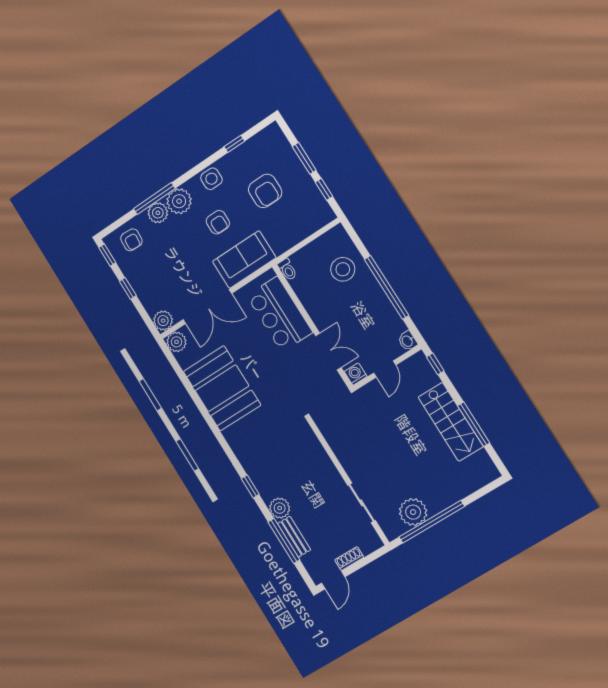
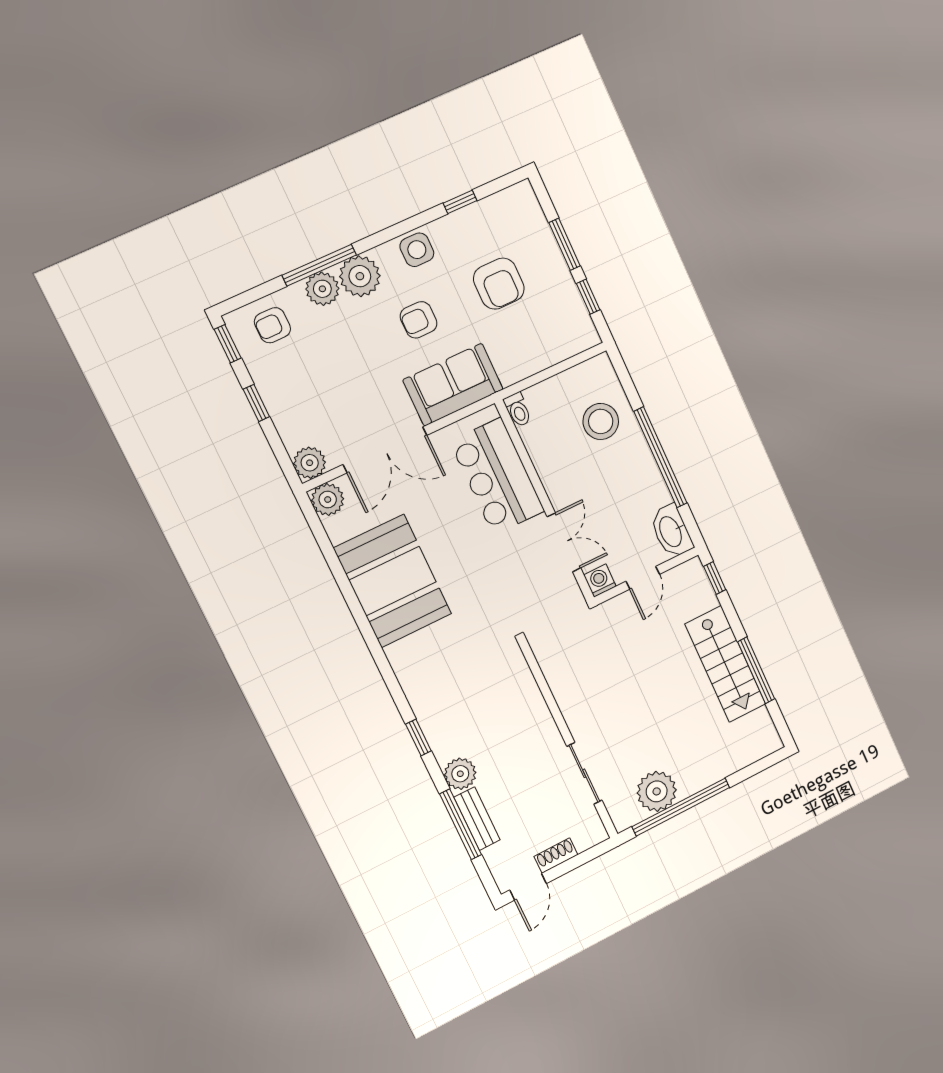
armchair: (218, 222) -> (419, 320), turned 90
armchair: (131, 240) -> (272, 325), turned 87
washbasin: (408, 341) -> (671, 531), width x1.91, depth x1.45

